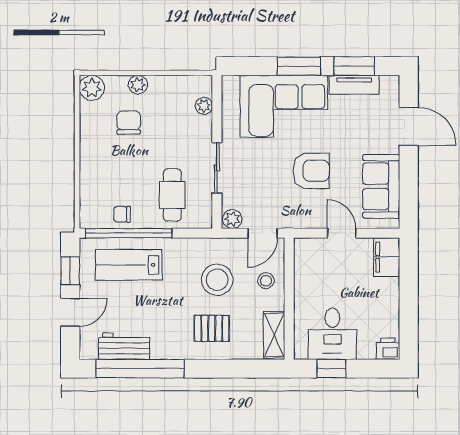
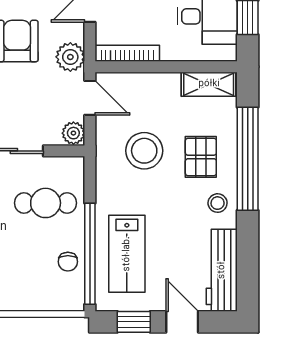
plant: (298, 216) -> (70, 57), added
bookcase: (301, 265) -> (127, 53), added
stool: (266, 281) -> (218, 203), moved
workbench: (124, 346) -> (222, 270), width x1.37
window: (140, 369) -> (248, 159), moved

